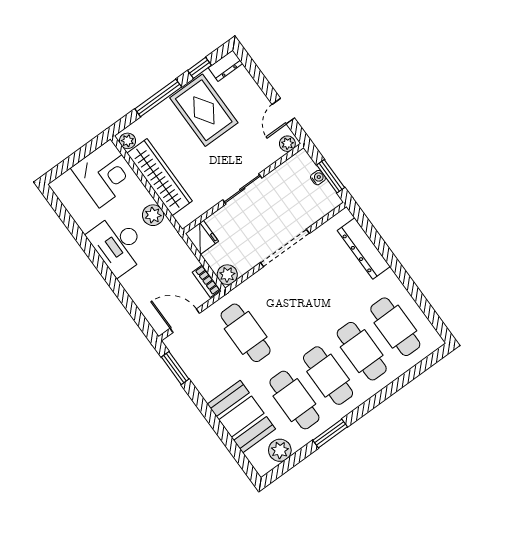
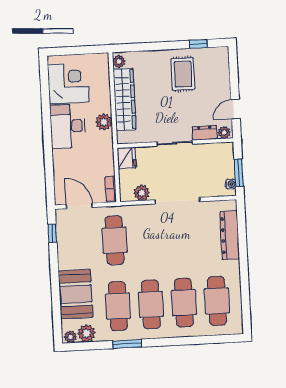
dresser: (225, 66) -> (205, 133), moved, turned 180
window: (158, 98) -> (158, 46), removed
rug: (204, 110) -> (183, 74), width x0.73, depth x0.70
corner desk: (105, 173) -> (68, 83), moved, turned -90
water cooler: (318, 178) -> (231, 184), moved
plant: (227, 275) -> (142, 193), moved
window: (175, 368) -> (52, 233), width x0.67
plant: (265, 465) -> (70, 337), added

